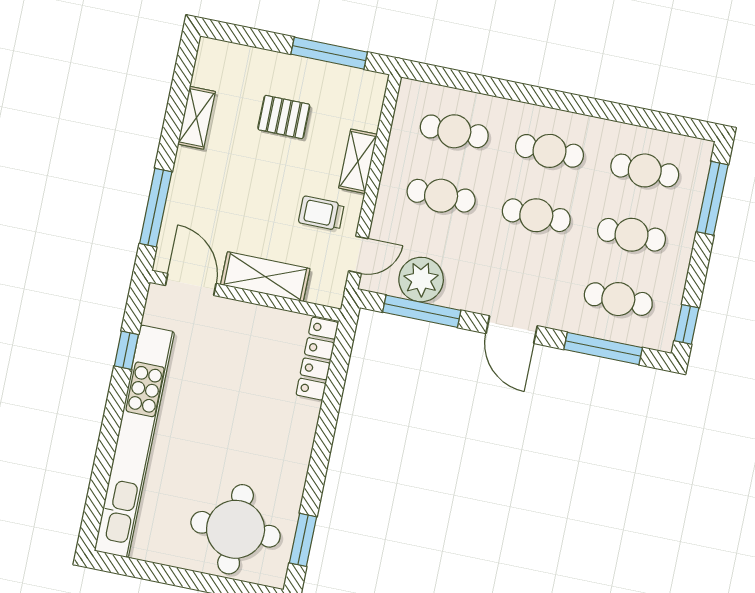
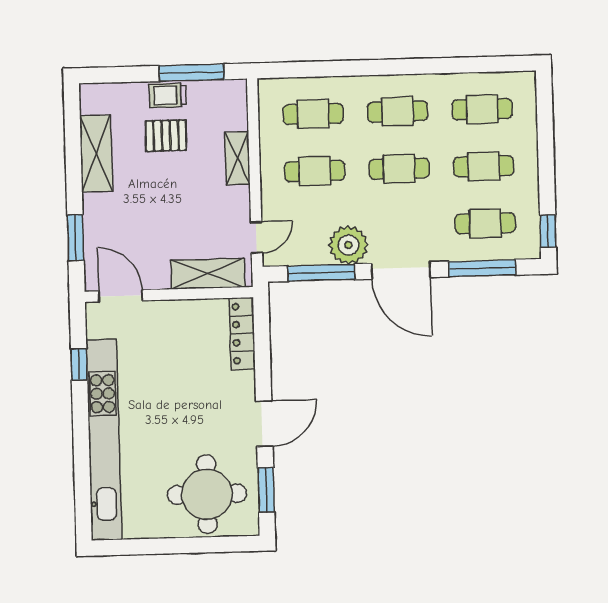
shelving: (197, 118) -> (96, 153), width x1.50, depth x1.33
window: (712, 198) -> (545, 119), removed
window: (156, 208) -> (76, 238), width x0.69
trolley: (321, 213) -> (168, 95), moved
shelving: (265, 277) -> (208, 274), moved
plant: (421, 280) -> (348, 245), moved
door: (512, 330) -> (401, 270), width x1.36
door: (318, 465) -> (264, 424), added

